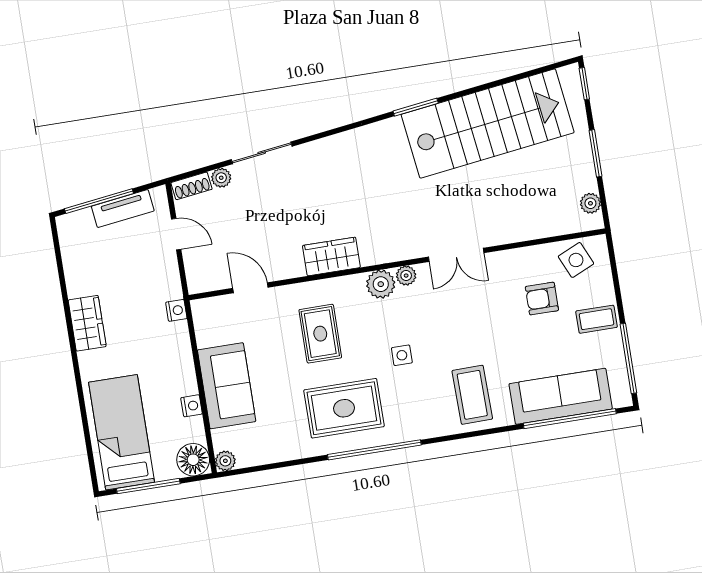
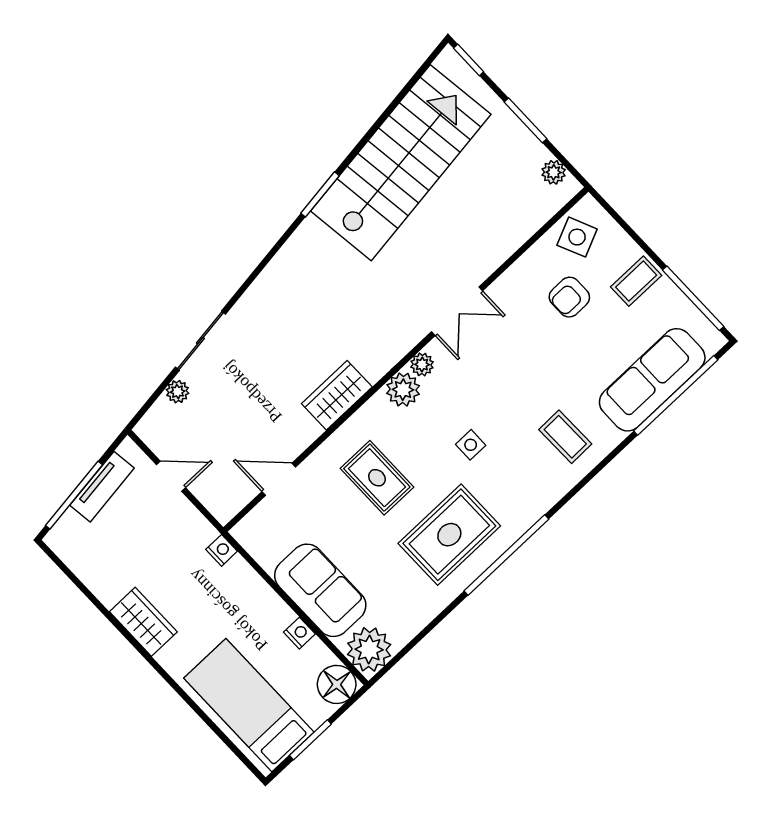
shoe rack: (192, 186) -> (154, 419), removed
coffee table: (472, 395) -> (565, 437), width x0.73, depth x0.77
plant: (225, 461) -> (369, 649), width x1.88, depth x1.88
window: (148, 486) -> (310, 740), width x0.69

